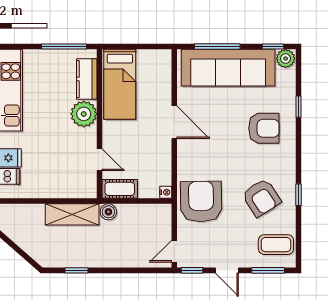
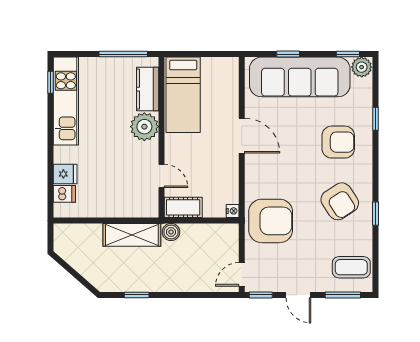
window: (217, 46) -> (288, 54), width x0.46
armchair: (261, 198) -> (340, 201), moved
armchair: (201, 202) -> (271, 221), turned 91

